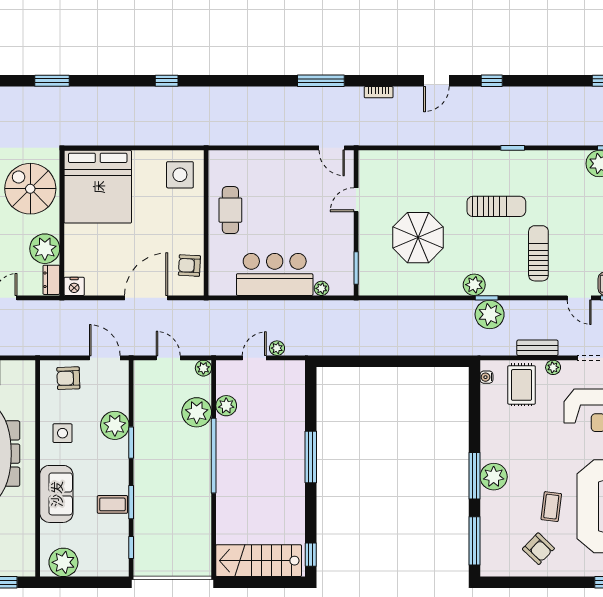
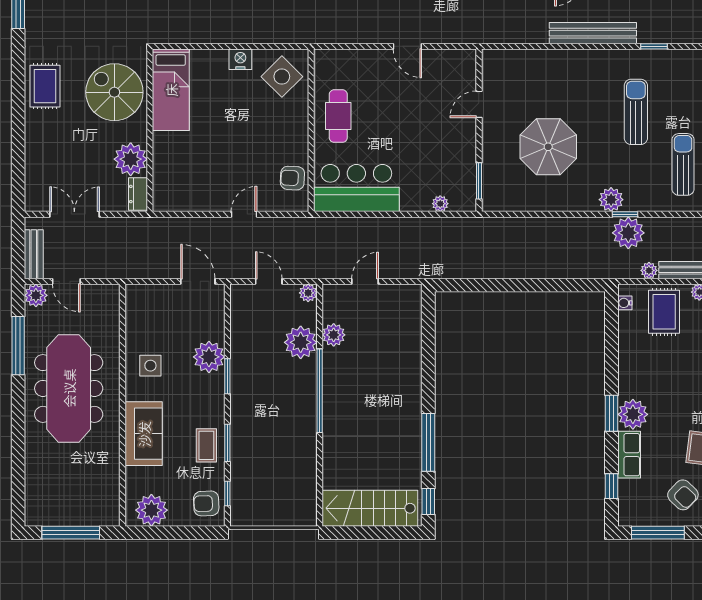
bench: (458, 136) -> (593, 33), added
door: (332, 148) -> (407, 46), moved
side table: (180, 175) -> (282, 77), turned 45
bed: (98, 187) -> (171, 90), width x0.49
sun lounger: (496, 206) -> (636, 112), turned -90
bar counter: (275, 274) -> (356, 188), moved
nightstand: (74, 286) -> (240, 59), moved, turned 180
door: (146, 298) -> (244, 214), width x0.53
plant: (277, 348) -> (649, 270), moved
armchair: (68, 378) -> (206, 503), moved
window: (311, 457) -> (428, 442), moved
window: (475, 476) -> (612, 413), width x0.69
coffee table: (112, 504) -> (206, 445), turned 90
row of seats: (490, 513) -> (629, 455), added
window: (475, 541) -> (612, 486), width x0.46
window: (516, 582) -> (658, 533), added

